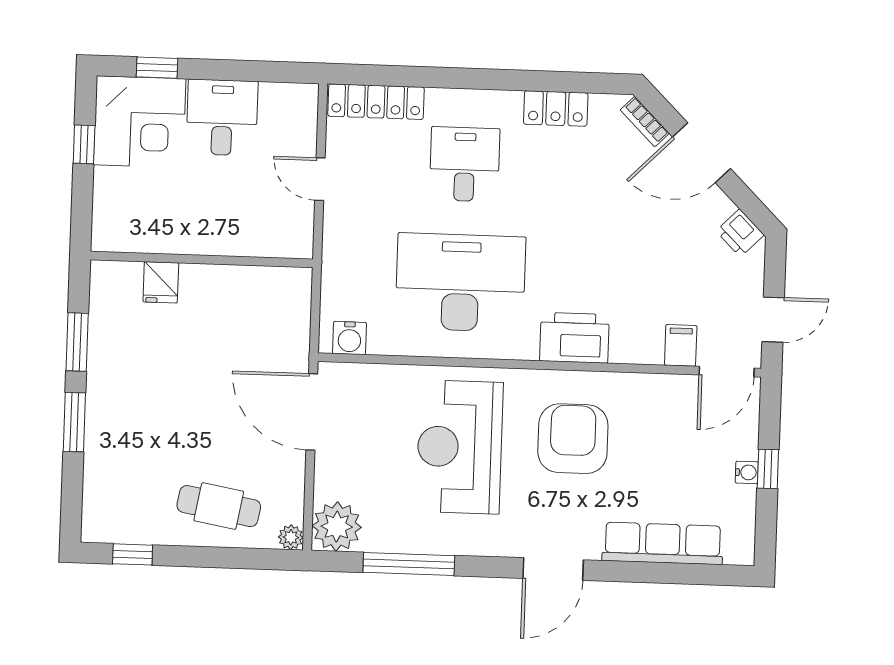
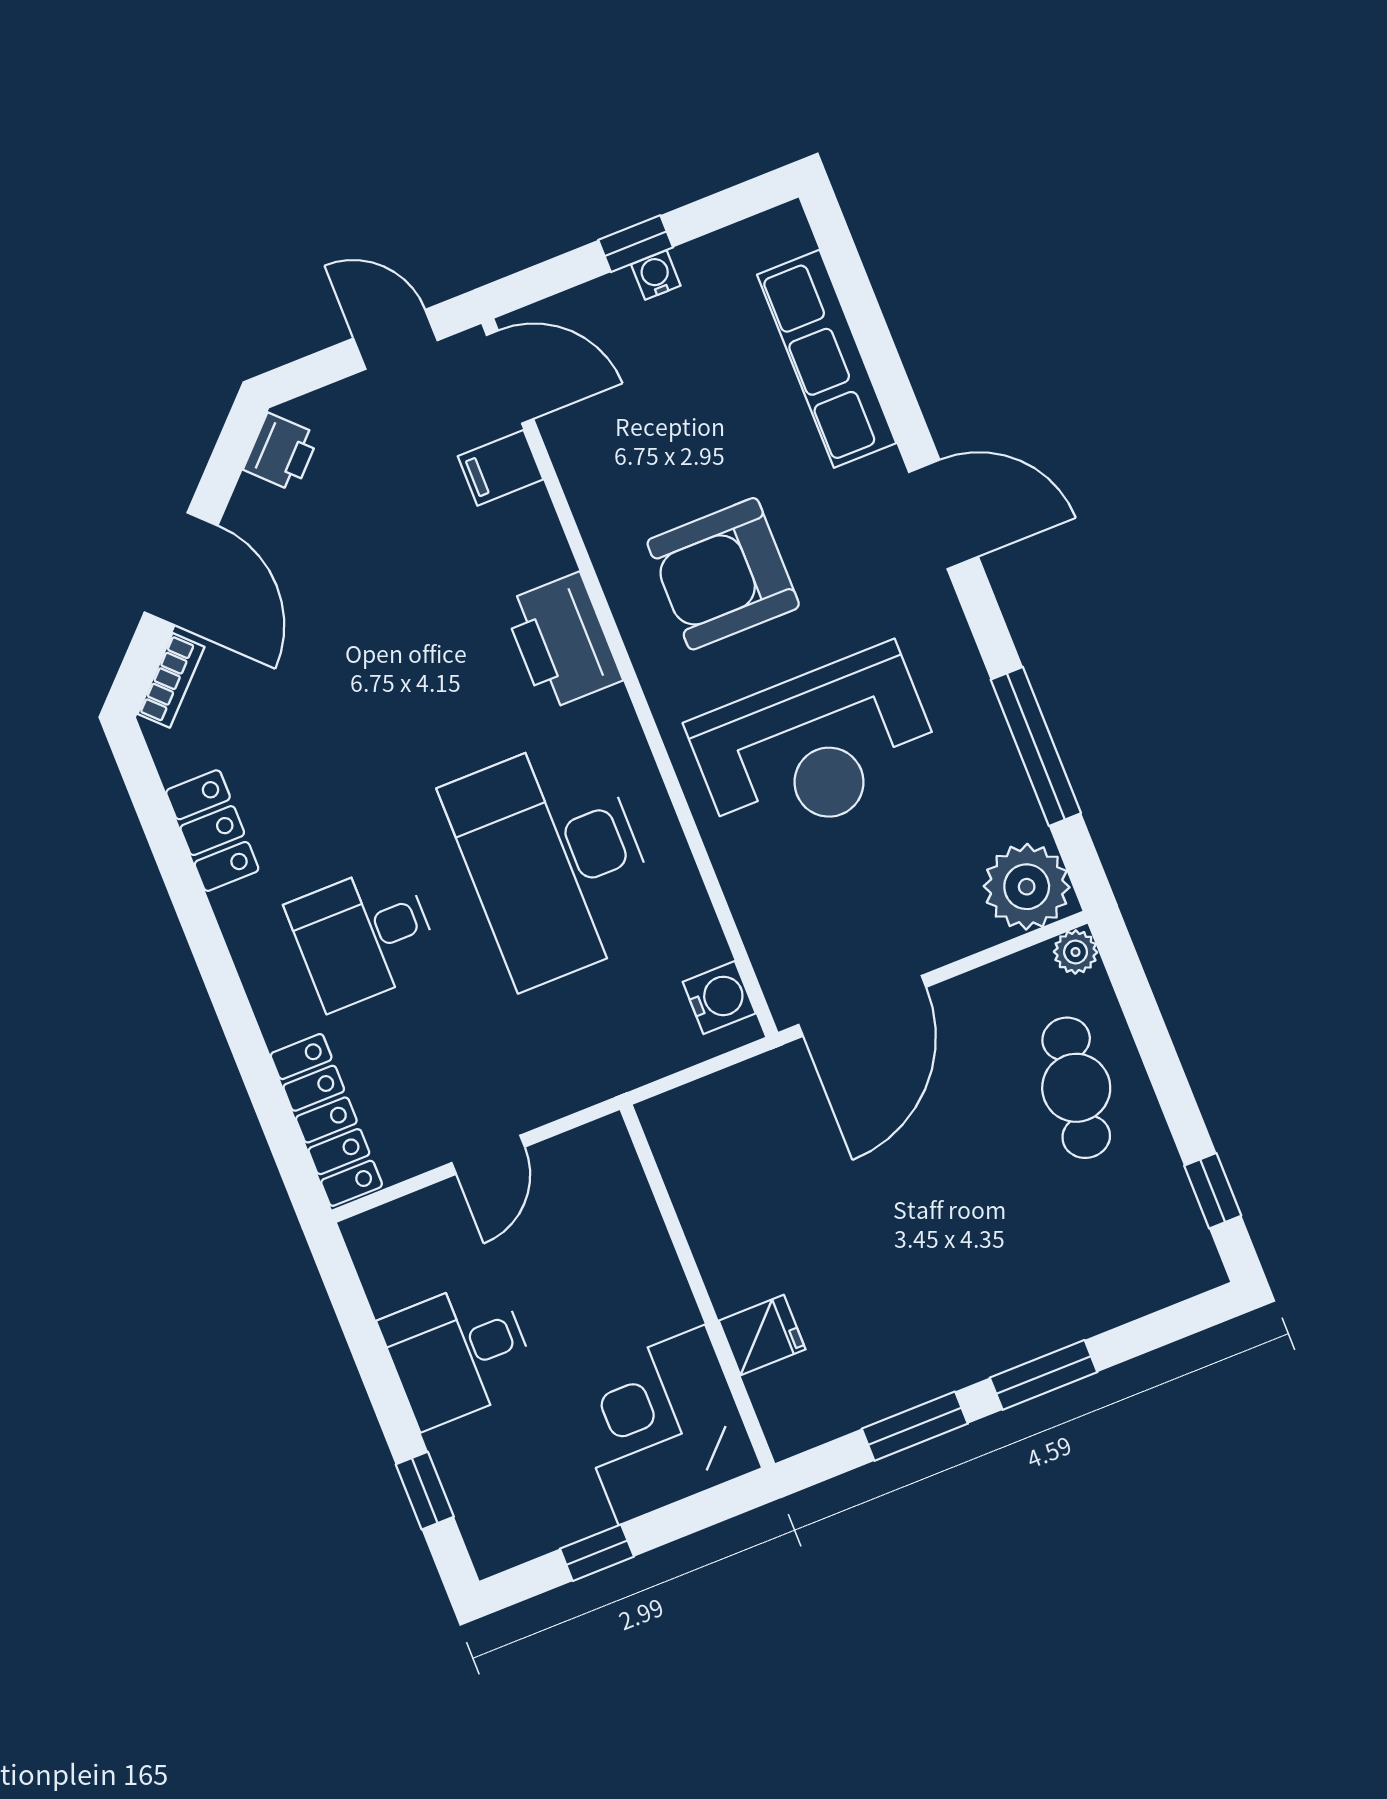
corner desk: (140, 122) -> (662, 1425), moved, turned -90

